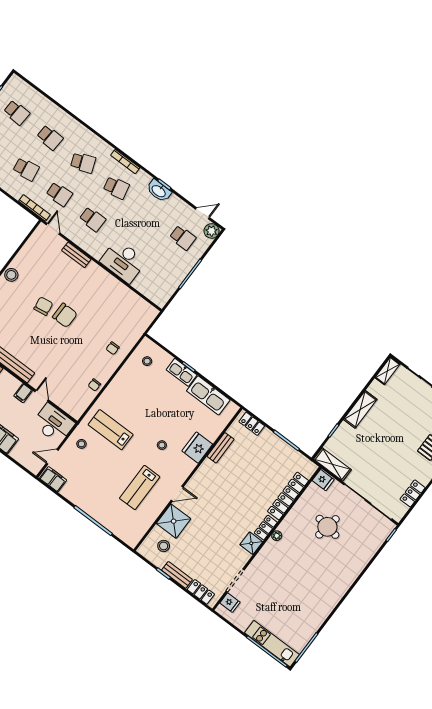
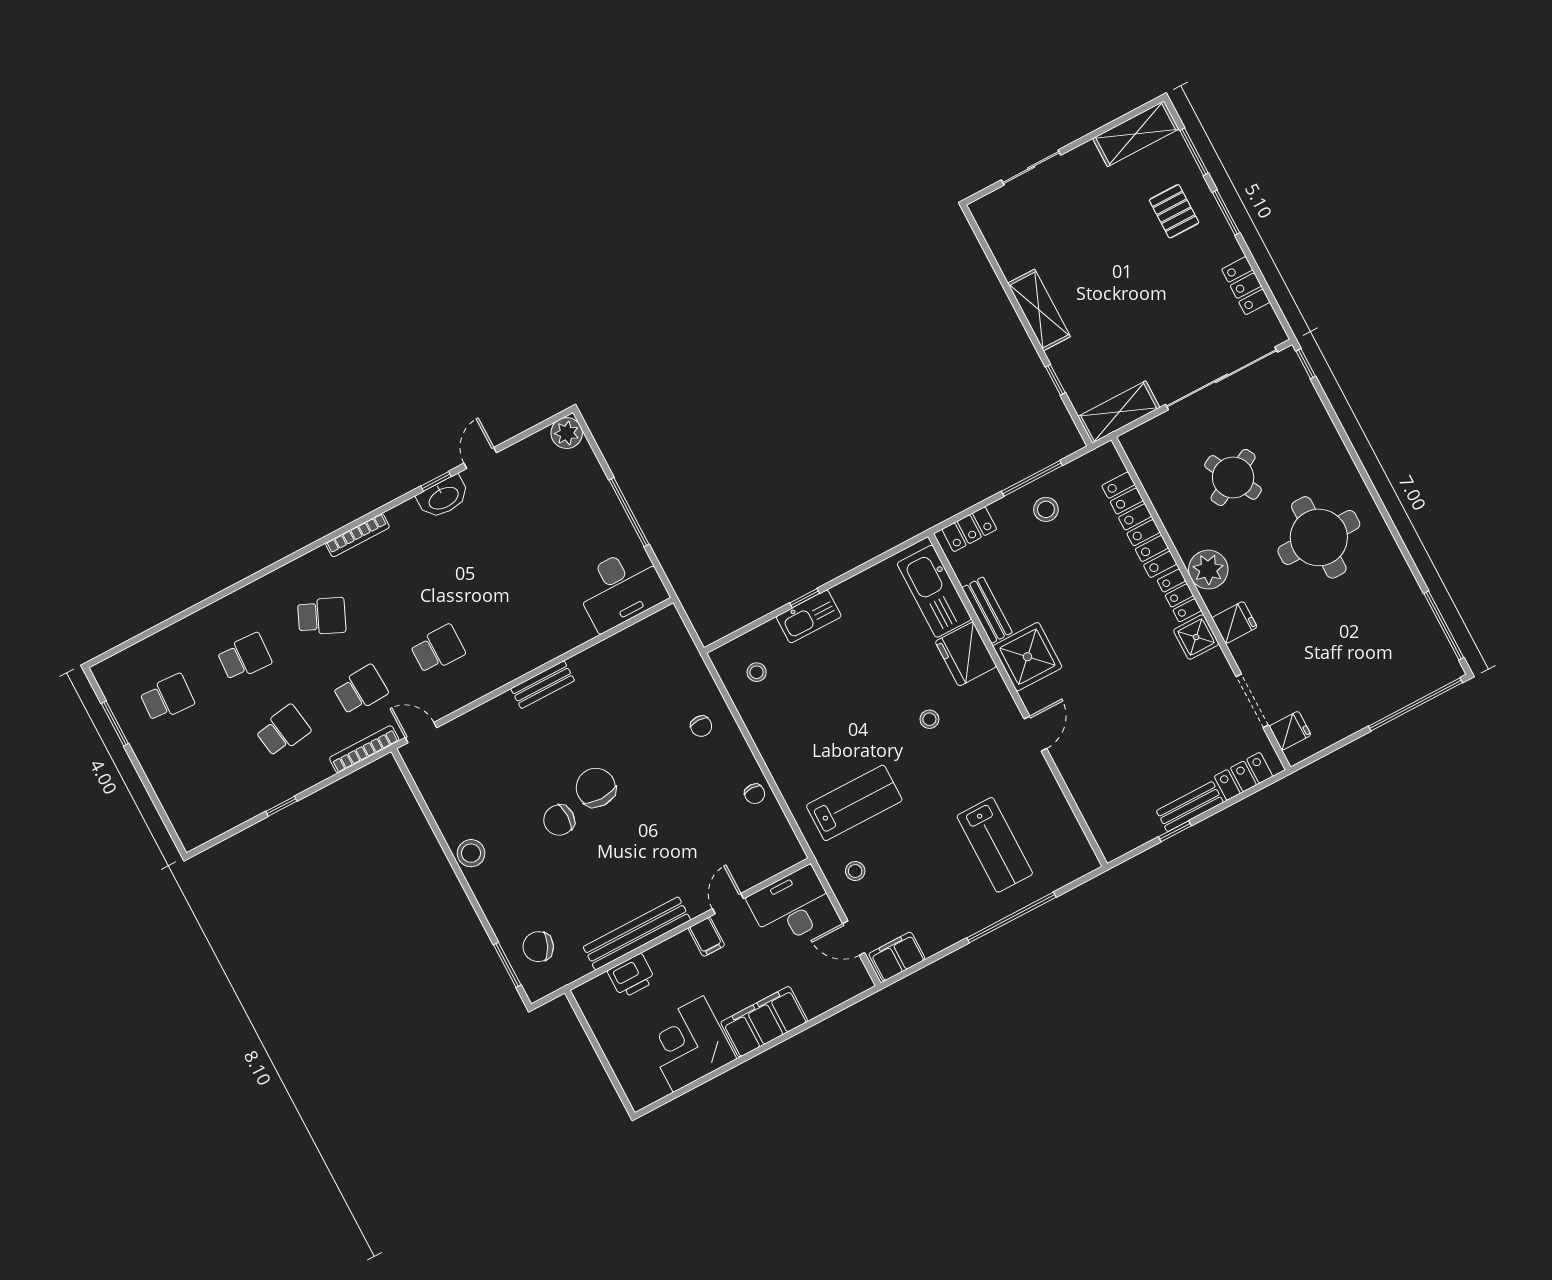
school desk: (83, 163) -> (322, 616), turned 45
school desk: (116, 188) -> (399, 575), removed
door: (202, 213) -> (480, 458), moved
school desk: (183, 238) -> (554, 494), removed
bench: (76, 255) -> (543, 685), moved
desk: (123, 261) -> (621, 588), moved
chair: (43, 306) -> (559, 820), turned -82
chair: (65, 315) -> (596, 788), turned -90
shelving: (388, 371) -> (990, 224), removed
kitchen sink: (208, 395) -> (934, 591), moved, turned 90
door: (42, 396) -> (728, 904), hinge flipped
lab bench: (111, 430) -> (854, 803), turned 180
door: (52, 457) -> (854, 938), hinge flipped
fridge: (323, 480) -> (1234, 622), moved
lab bench: (140, 488) -> (995, 845), moved
shower: (174, 521) -> (1027, 657), moved
round table: (327, 527) -> (1233, 477), turned -37
plant: (277, 536) -> (1208, 570), width x1.88, depth x1.88
stool: (164, 546) -> (1046, 509), moved
round table: (319, 576) -> (1319, 537), added
kitchen unit: (272, 644) -> (1406, 687), removed

